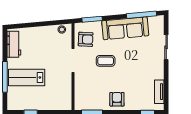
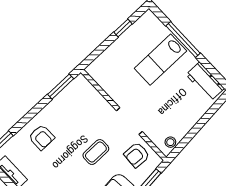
lab bench: (27, 77) -> (160, 60), turned 180
armchair: (117, 99) -> (42, 137), moved

